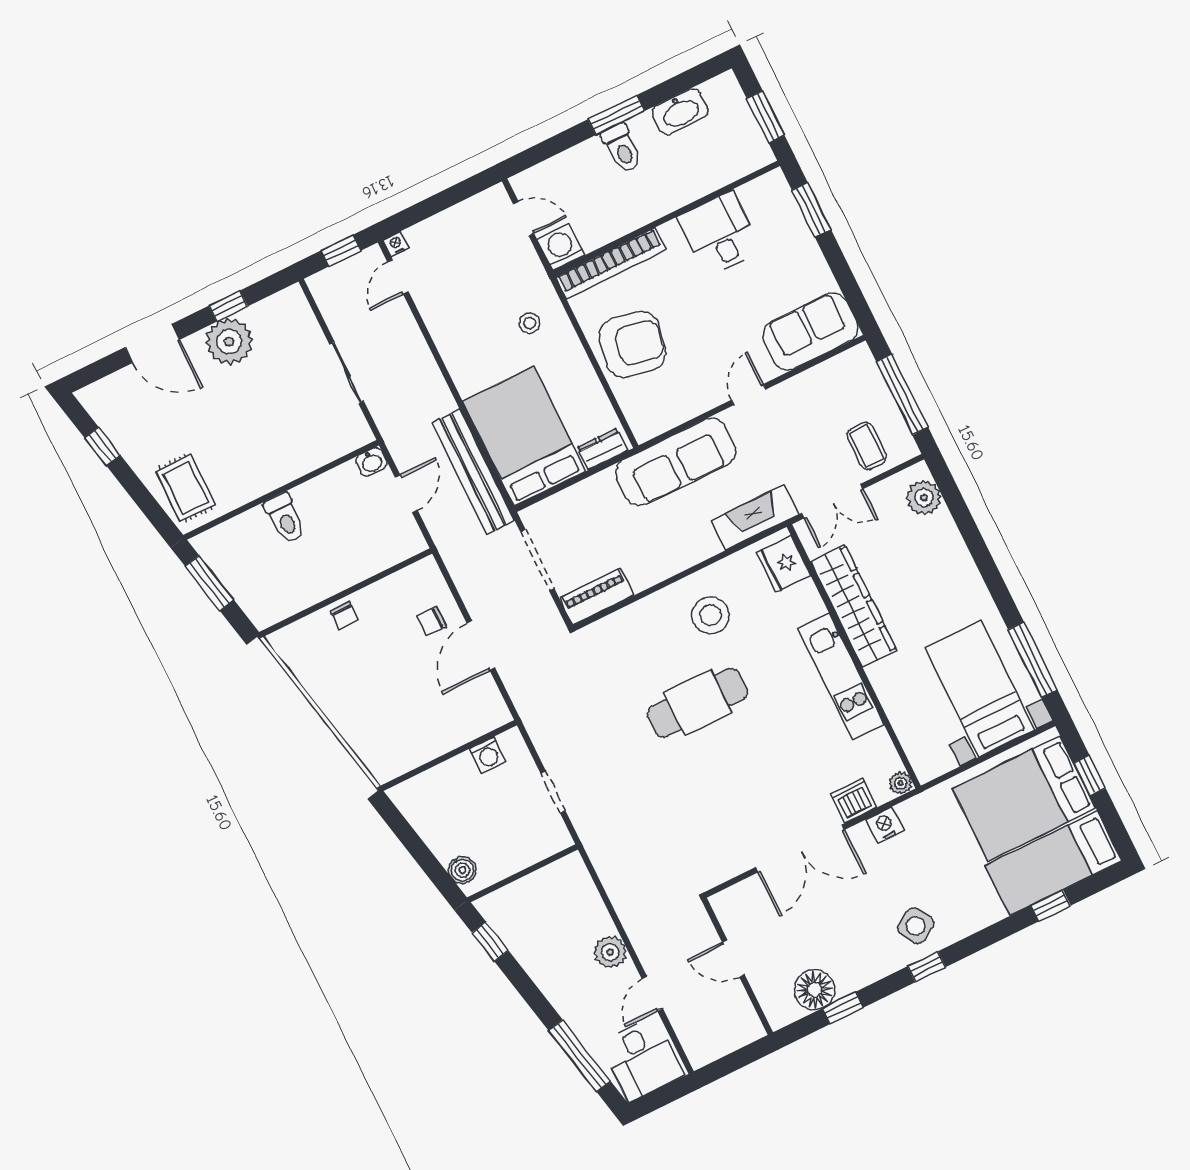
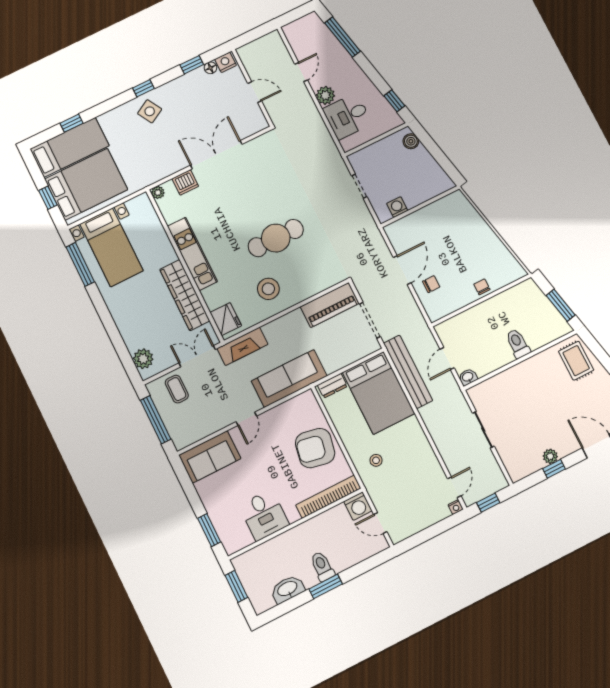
plant: (229, 342) -> (550, 456), width x0.53, depth x0.53
piano: (597, 597) -> (330, 305), width x1.37, depth x1.33
nightstand: (885, 825) -> (225, 62), moved, turned 180
floor lamp: (815, 990) -> (210, 68), width x0.53, depth x0.53
desk: (642, 1059) -> (347, 116), moved, turned -90

